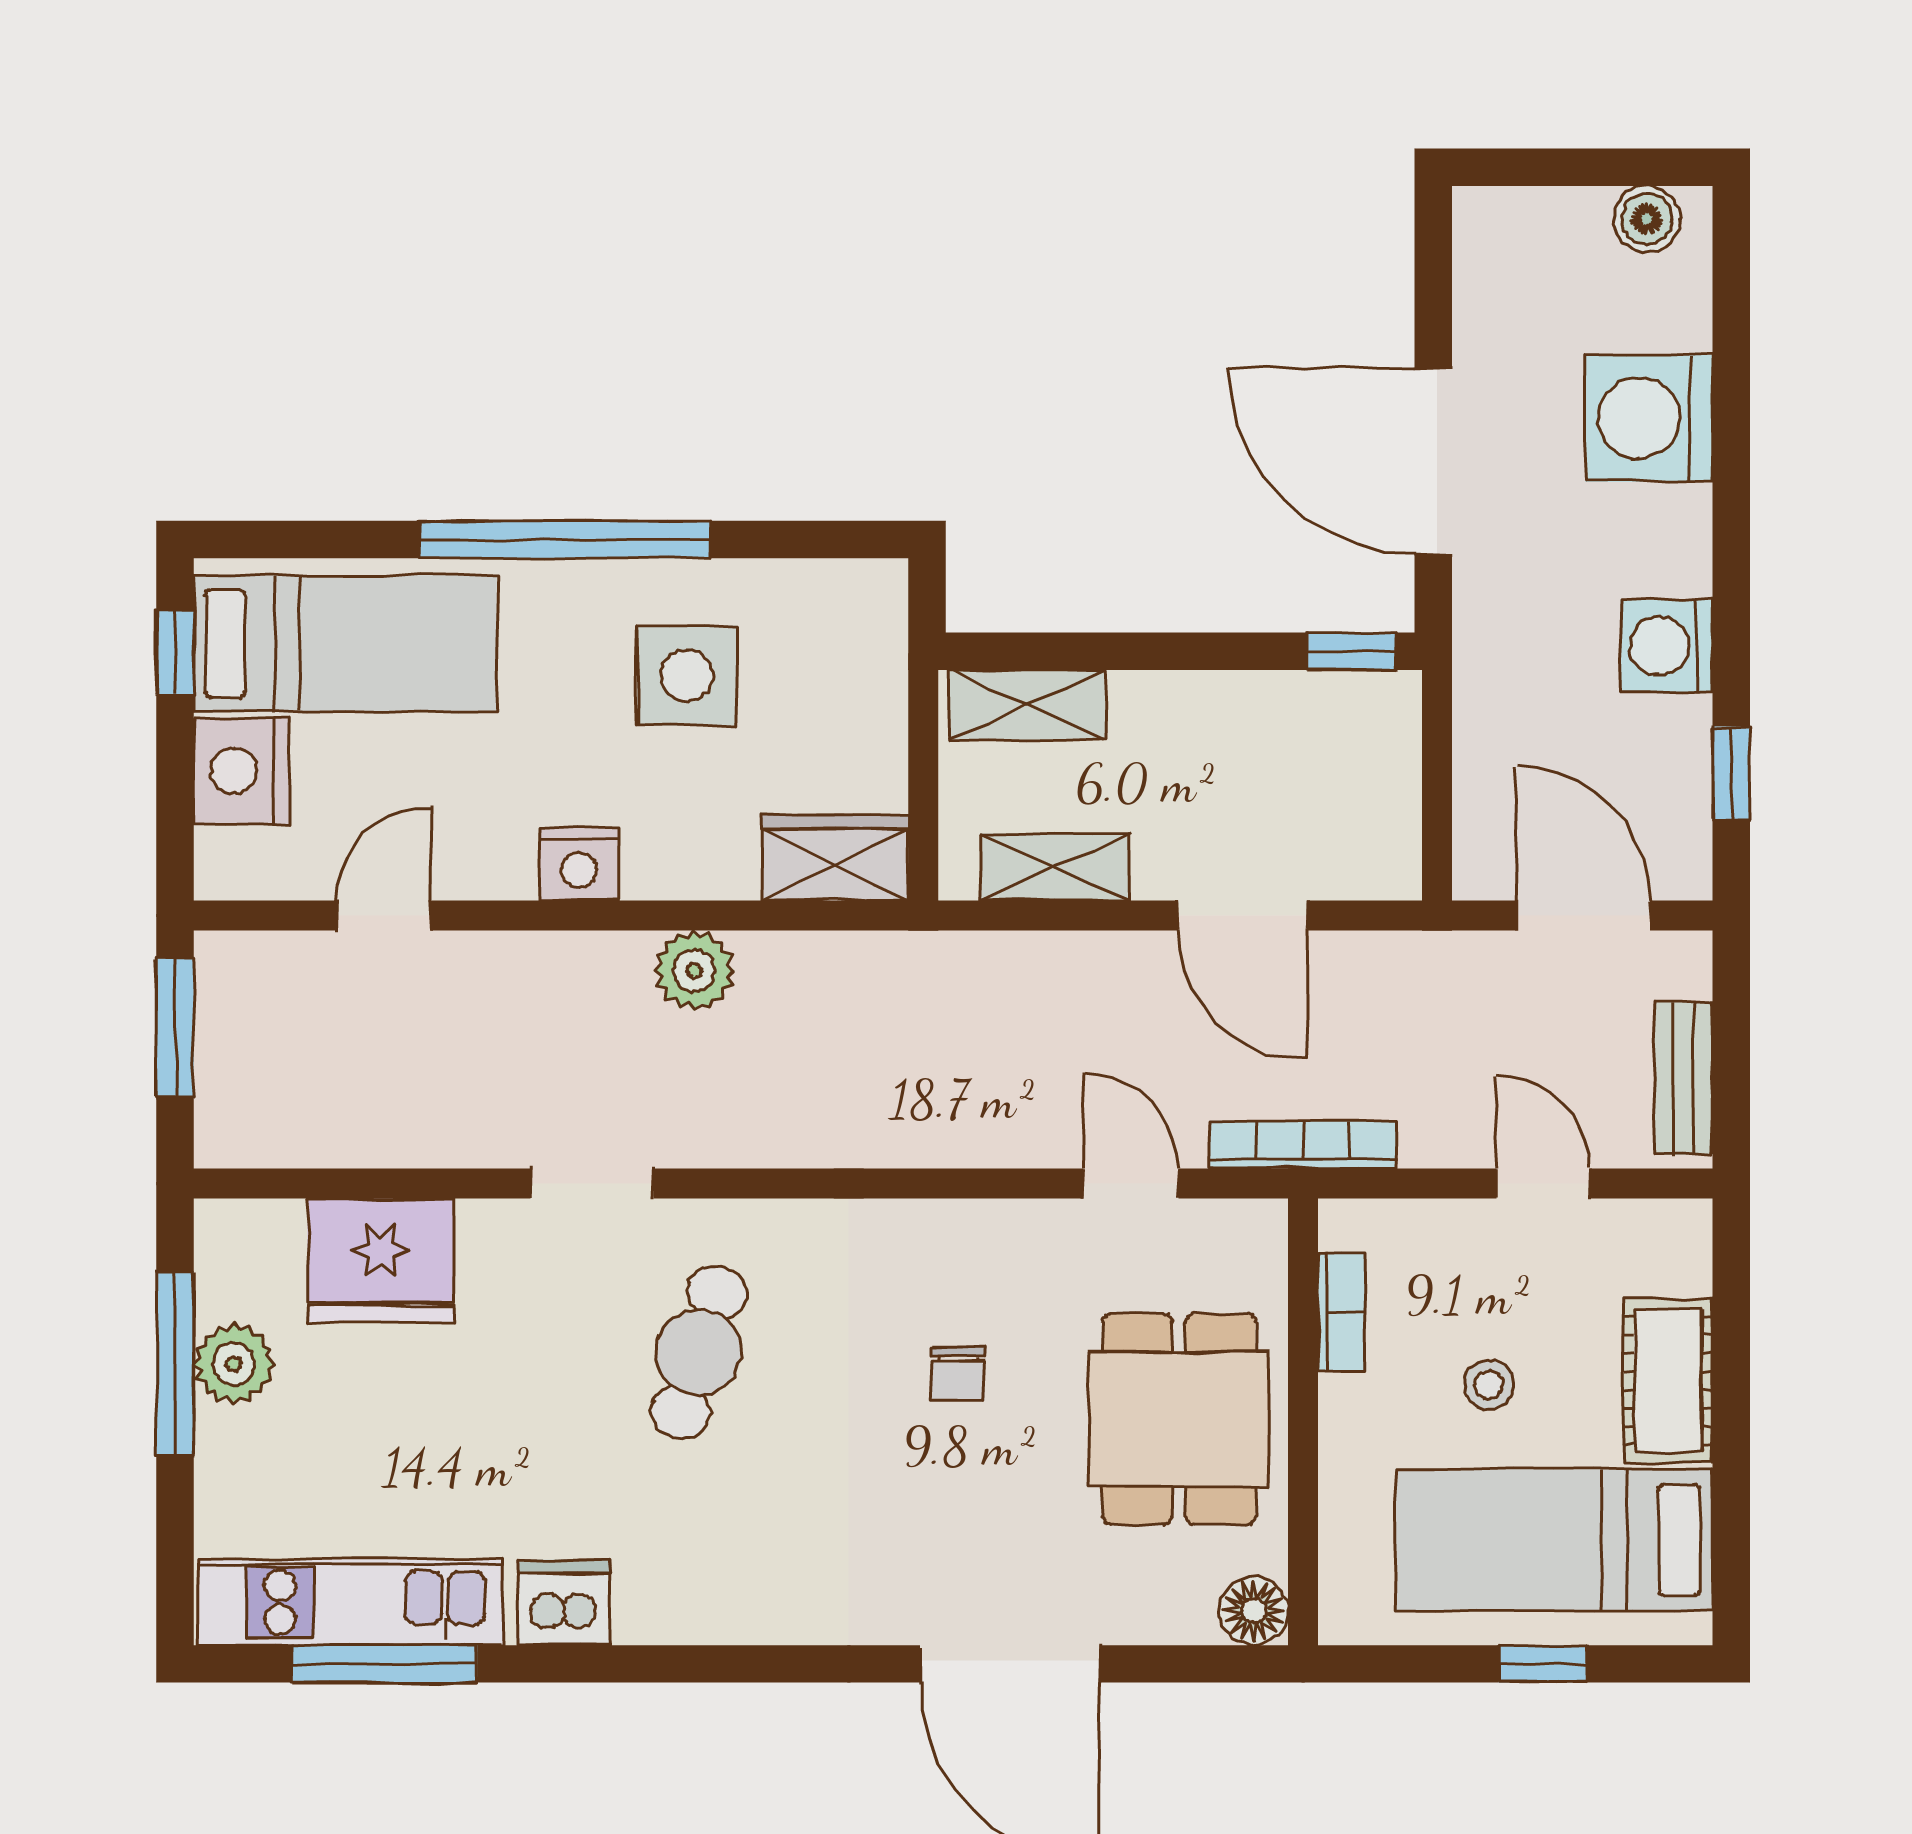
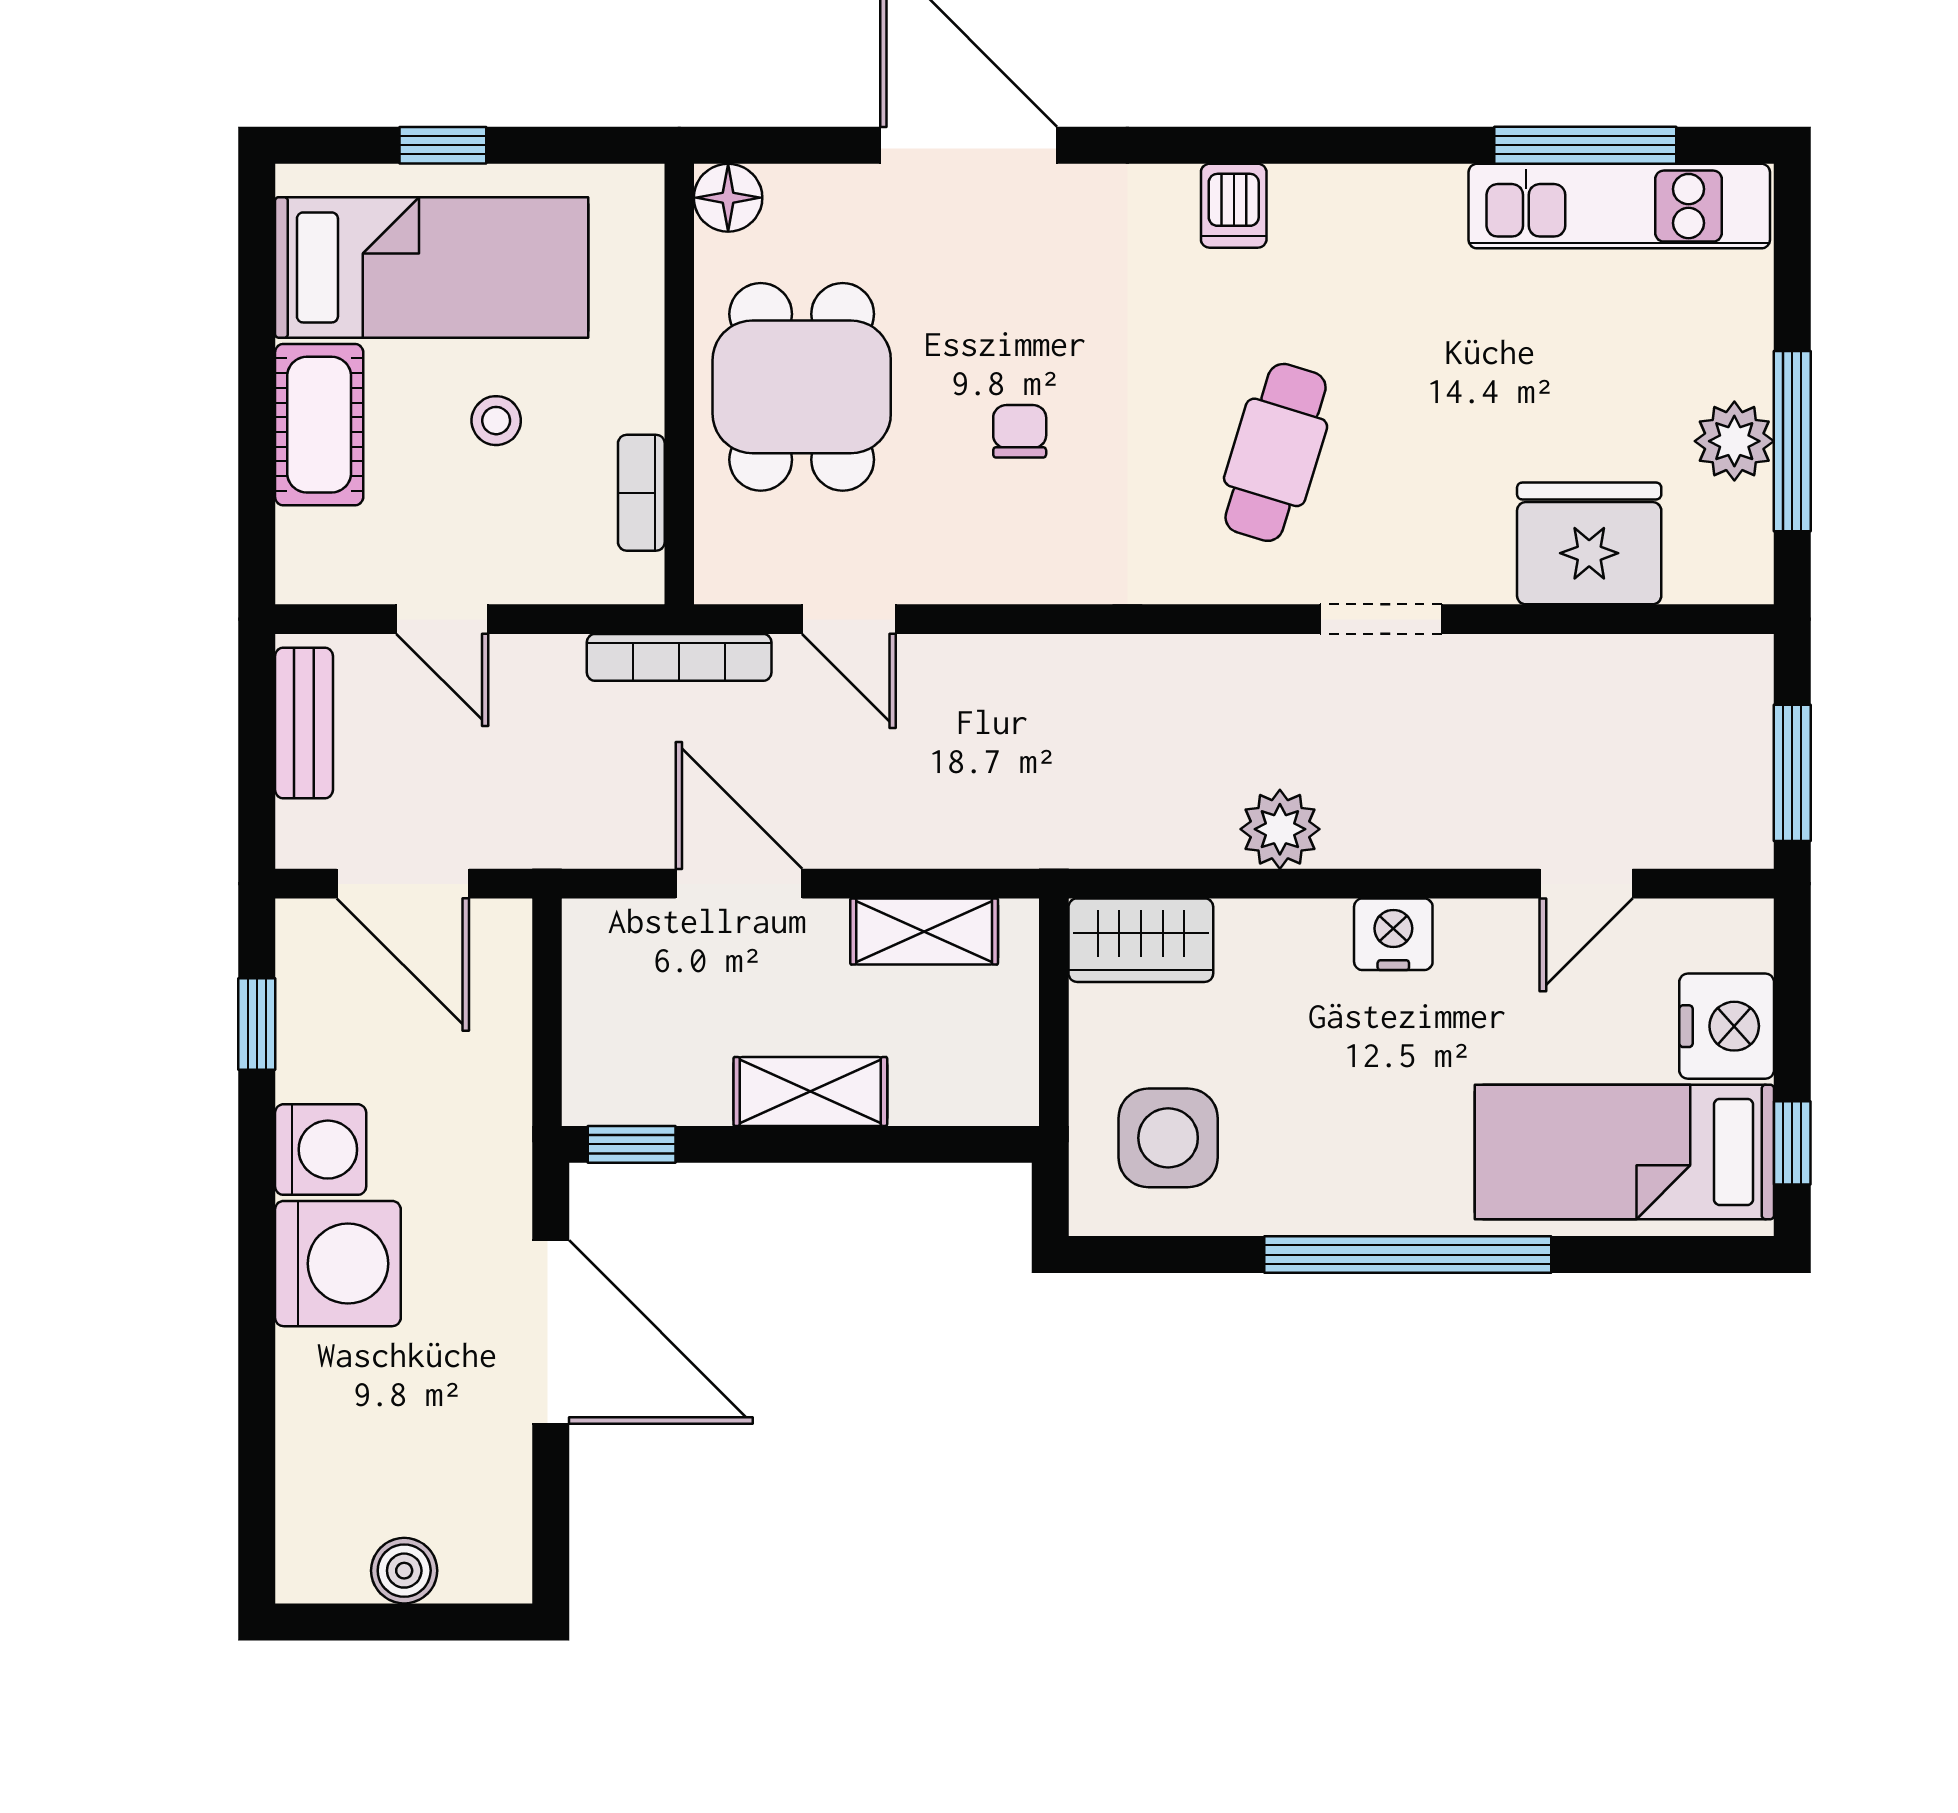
boiler: (1647, 219) -> (404, 1571), moved
washing machine: (1649, 418) -> (338, 1264), moved
side table: (687, 676) -> (1168, 1138), moved
shelving: (1027, 705) -> (810, 1091), moved
dishwasher: (564, 1603) -> (1234, 206), moved, width x0.73

